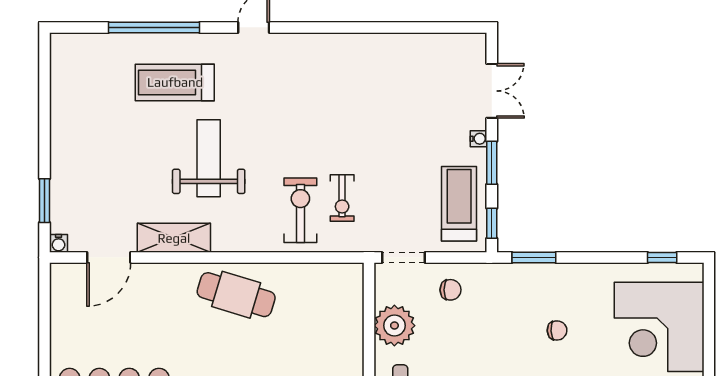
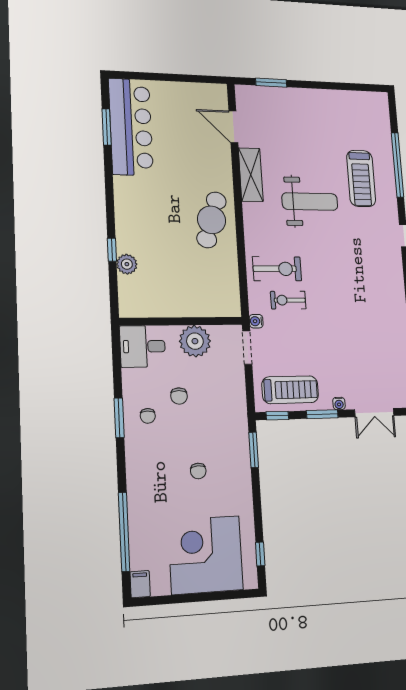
treadmill: (175, 82) -> (361, 178), turned 180
water cooler: (58, 243) -> (256, 321), moved
chair: (451, 290) -> (179, 396), moved

